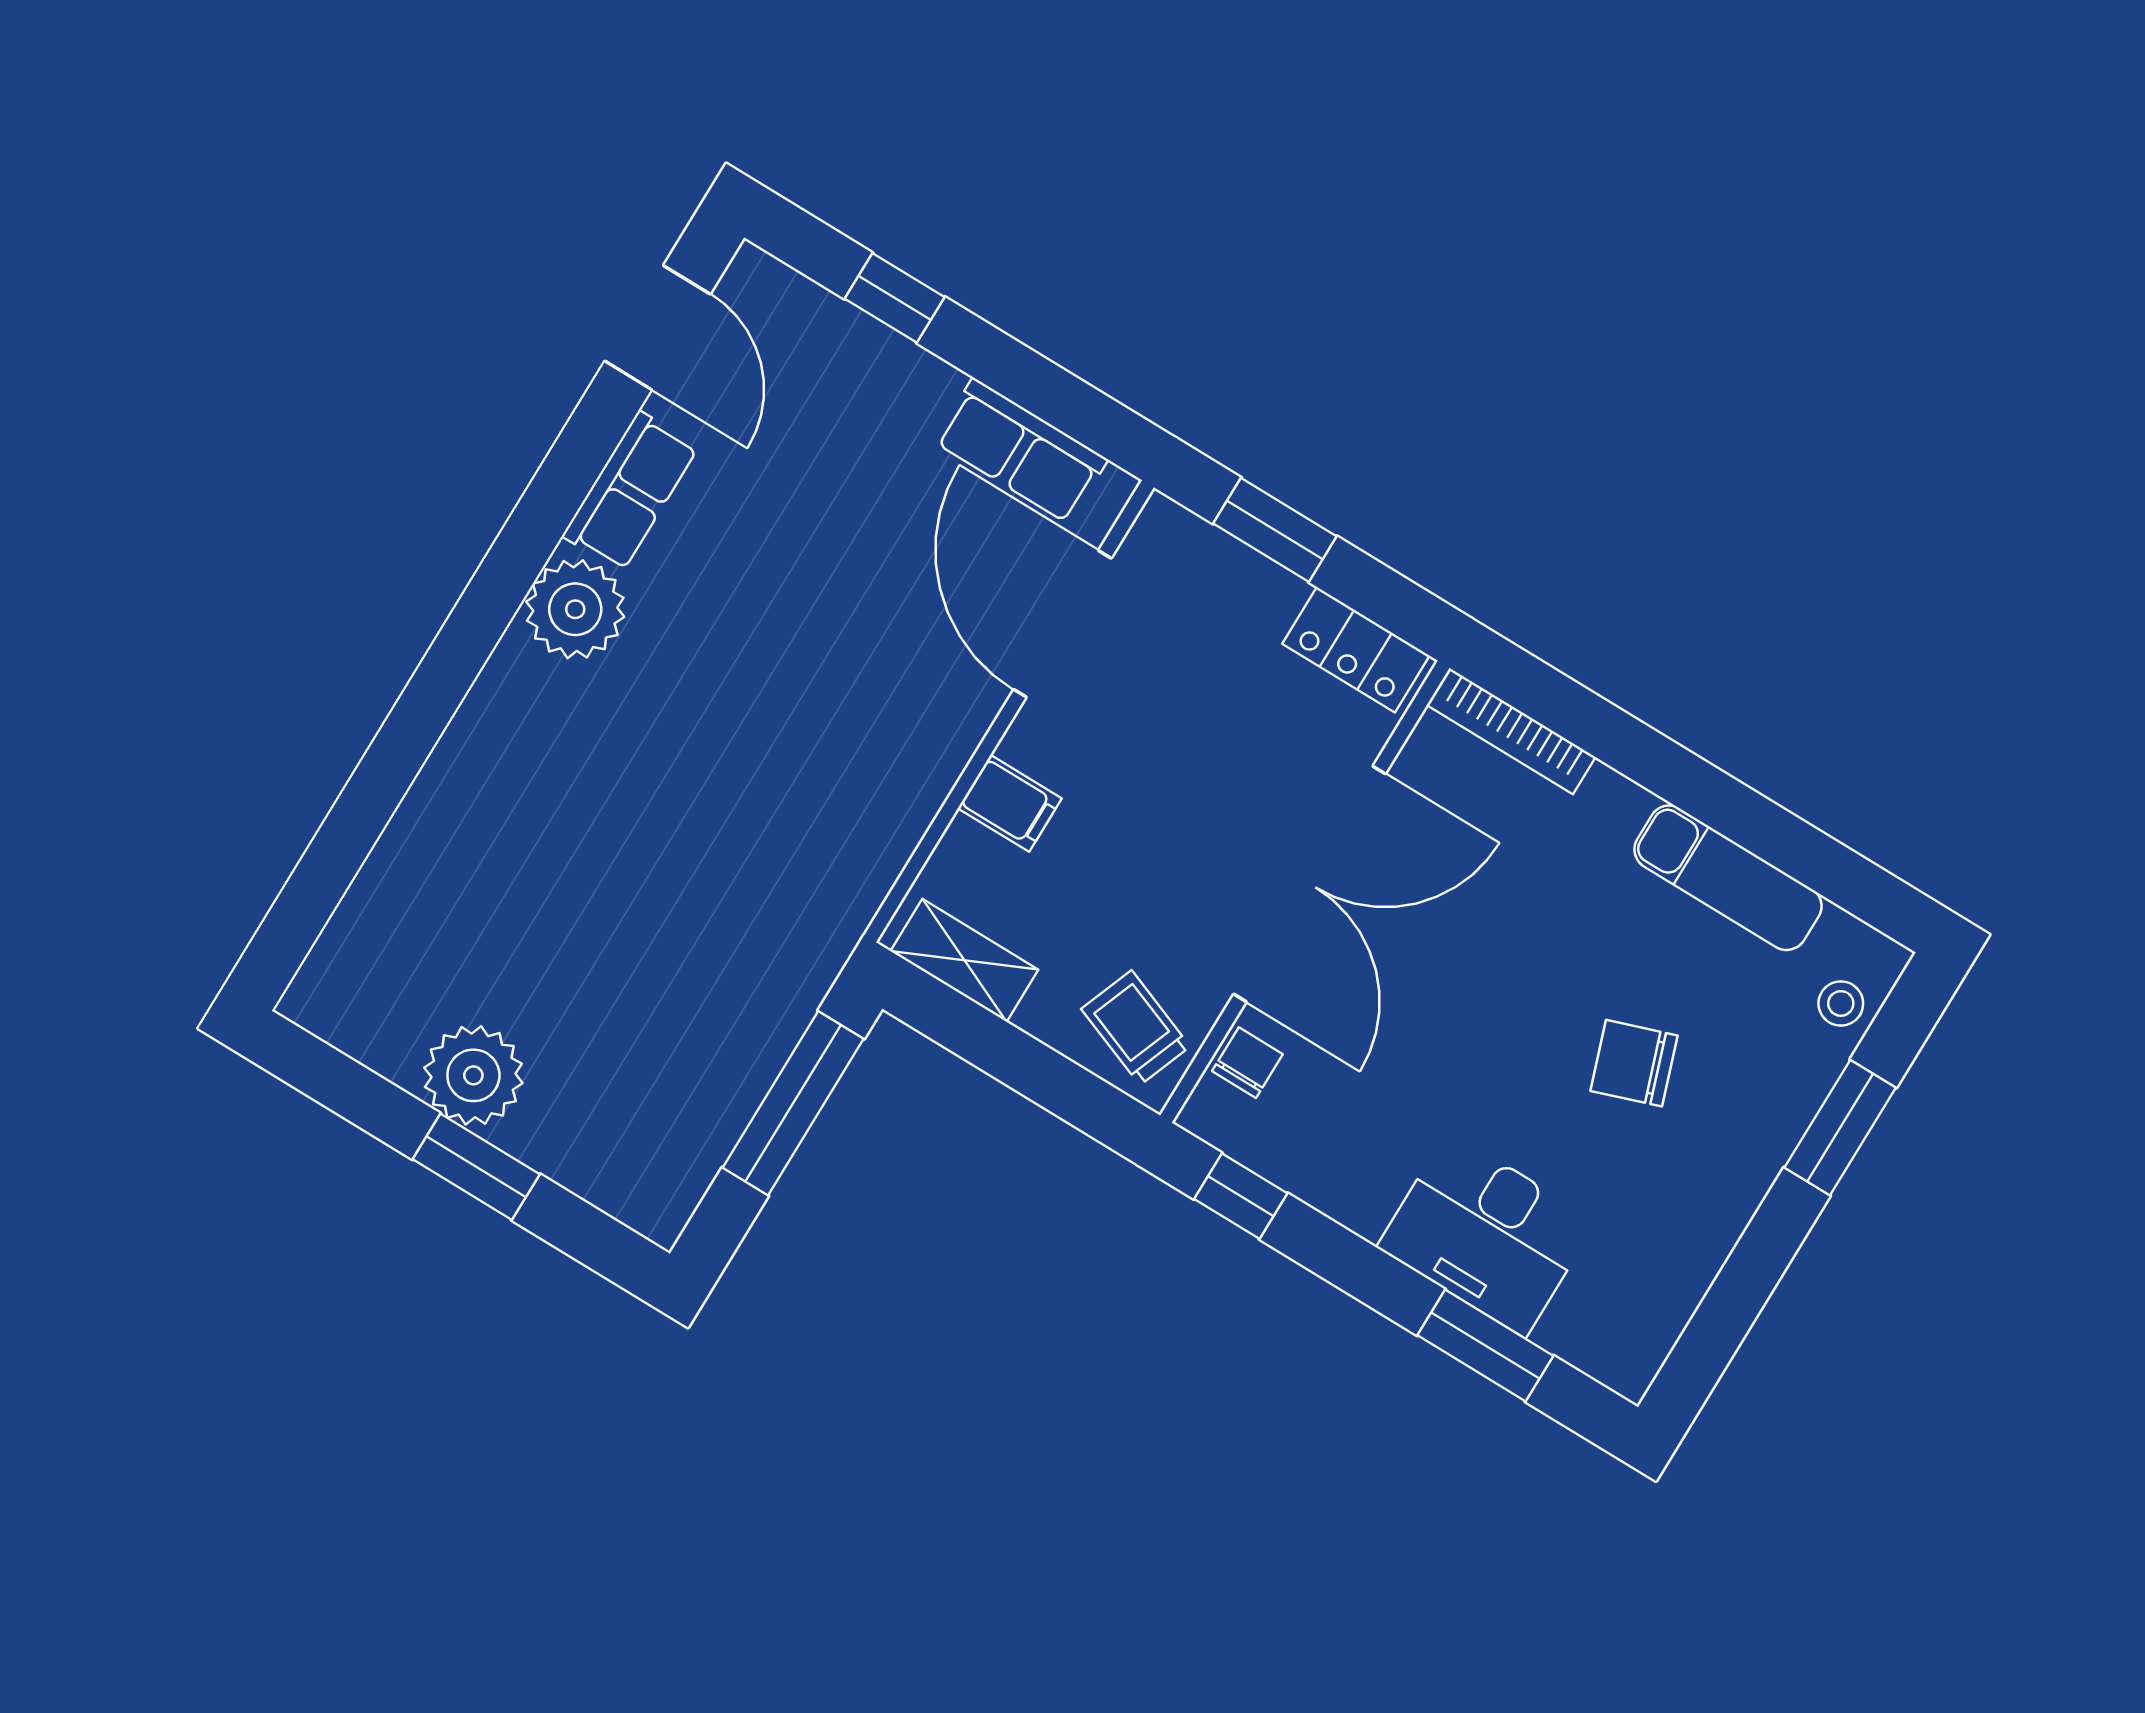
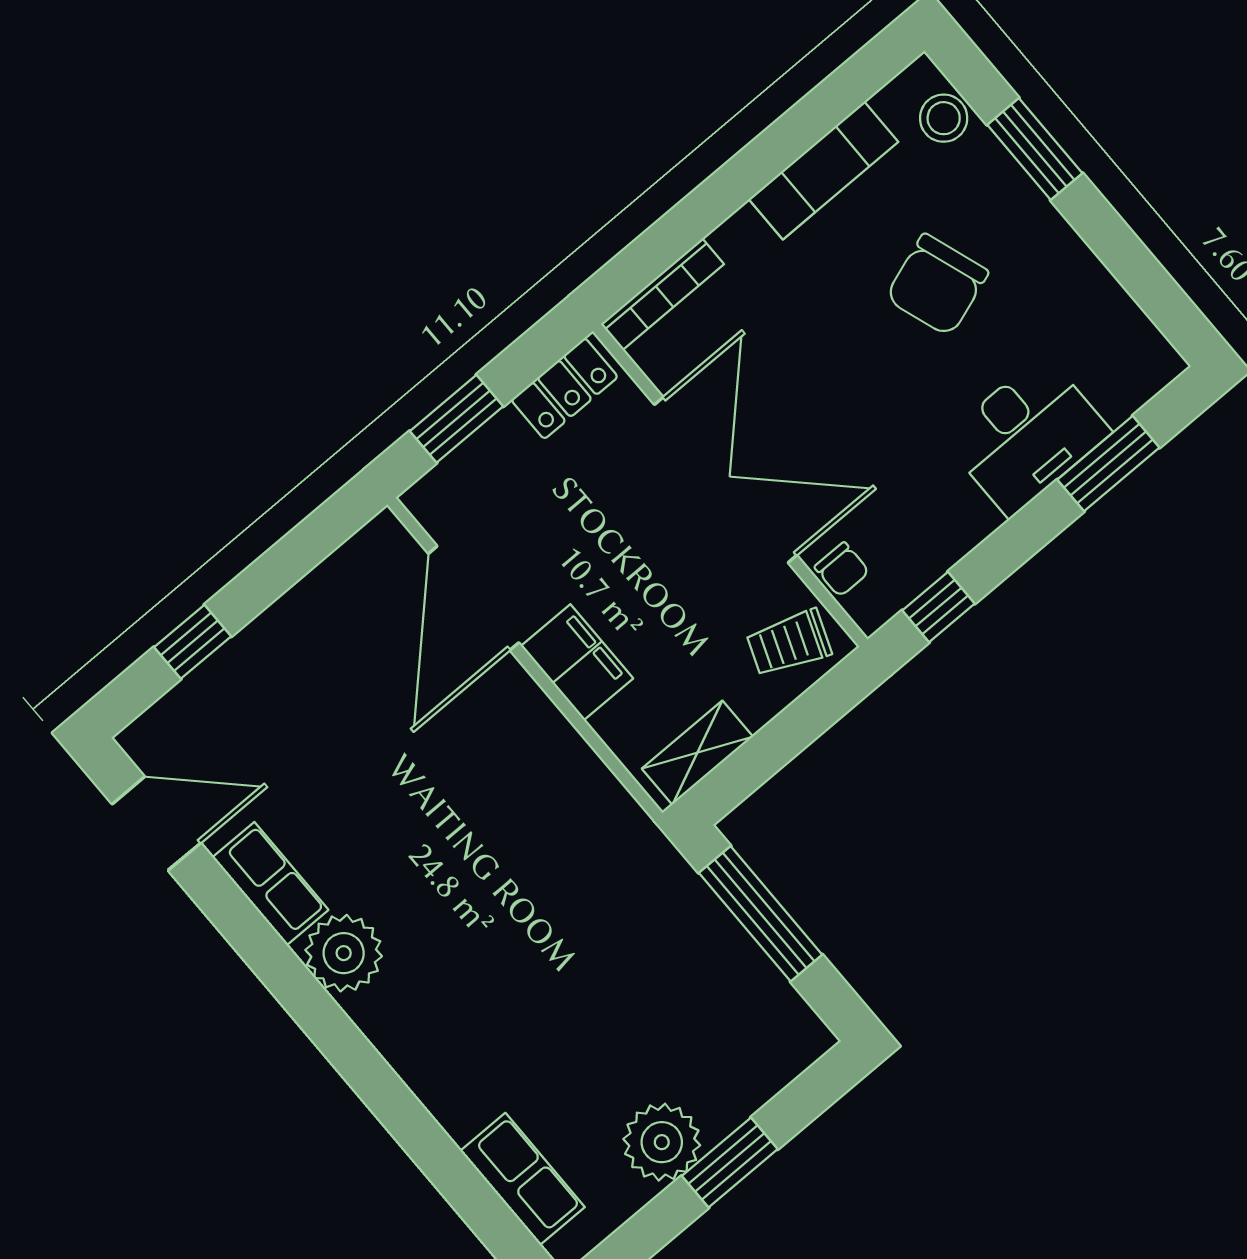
row of seats: (1021, 451) -> (523, 1179), moved, turned -90
door: (1062, 624) -> (474, 598), hinge flipped
filing cabinet: (1010, 803) -> (577, 662), width x2.00
stool: (1841, 1003) -> (944, 118), width x1.37, depth x1.37
chair: (1247, 1063) -> (842, 569), turned 180
chair: (1634, 1063) -> (937, 285), width x1.37, depth x1.37

